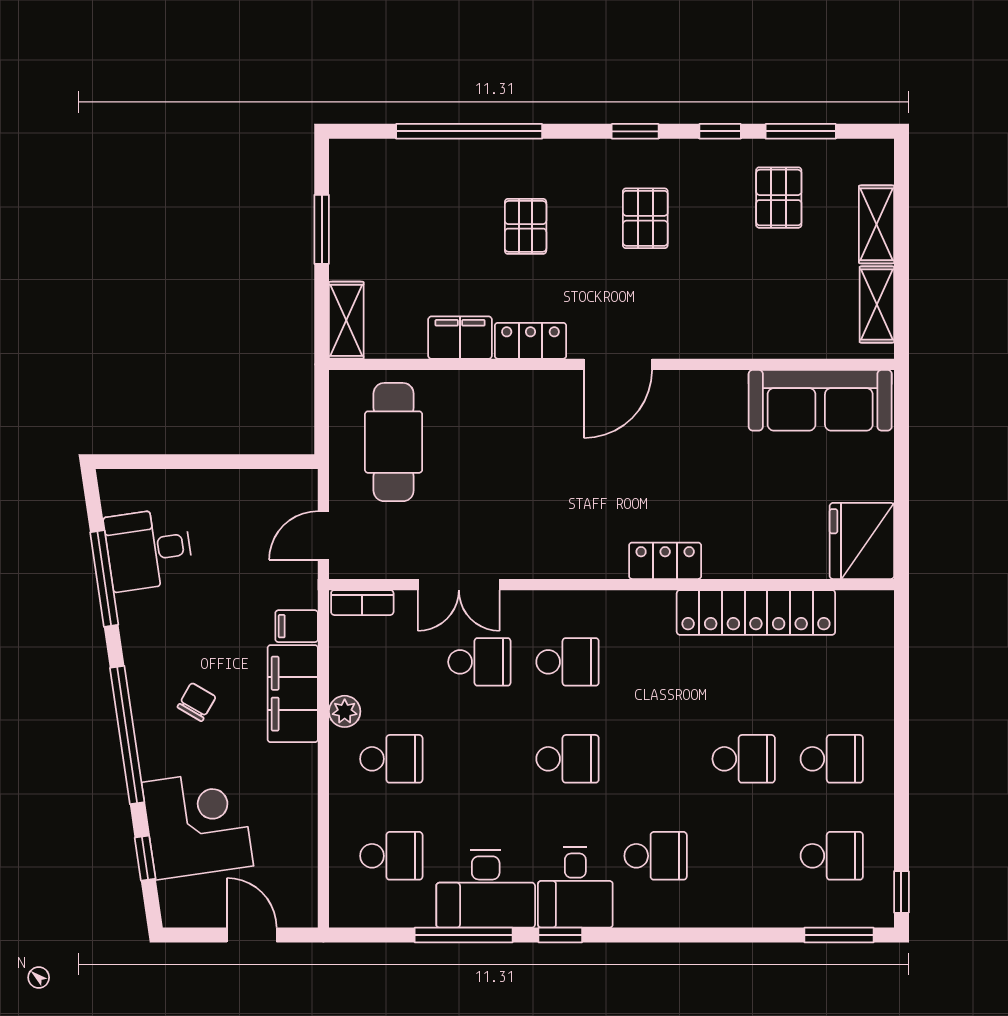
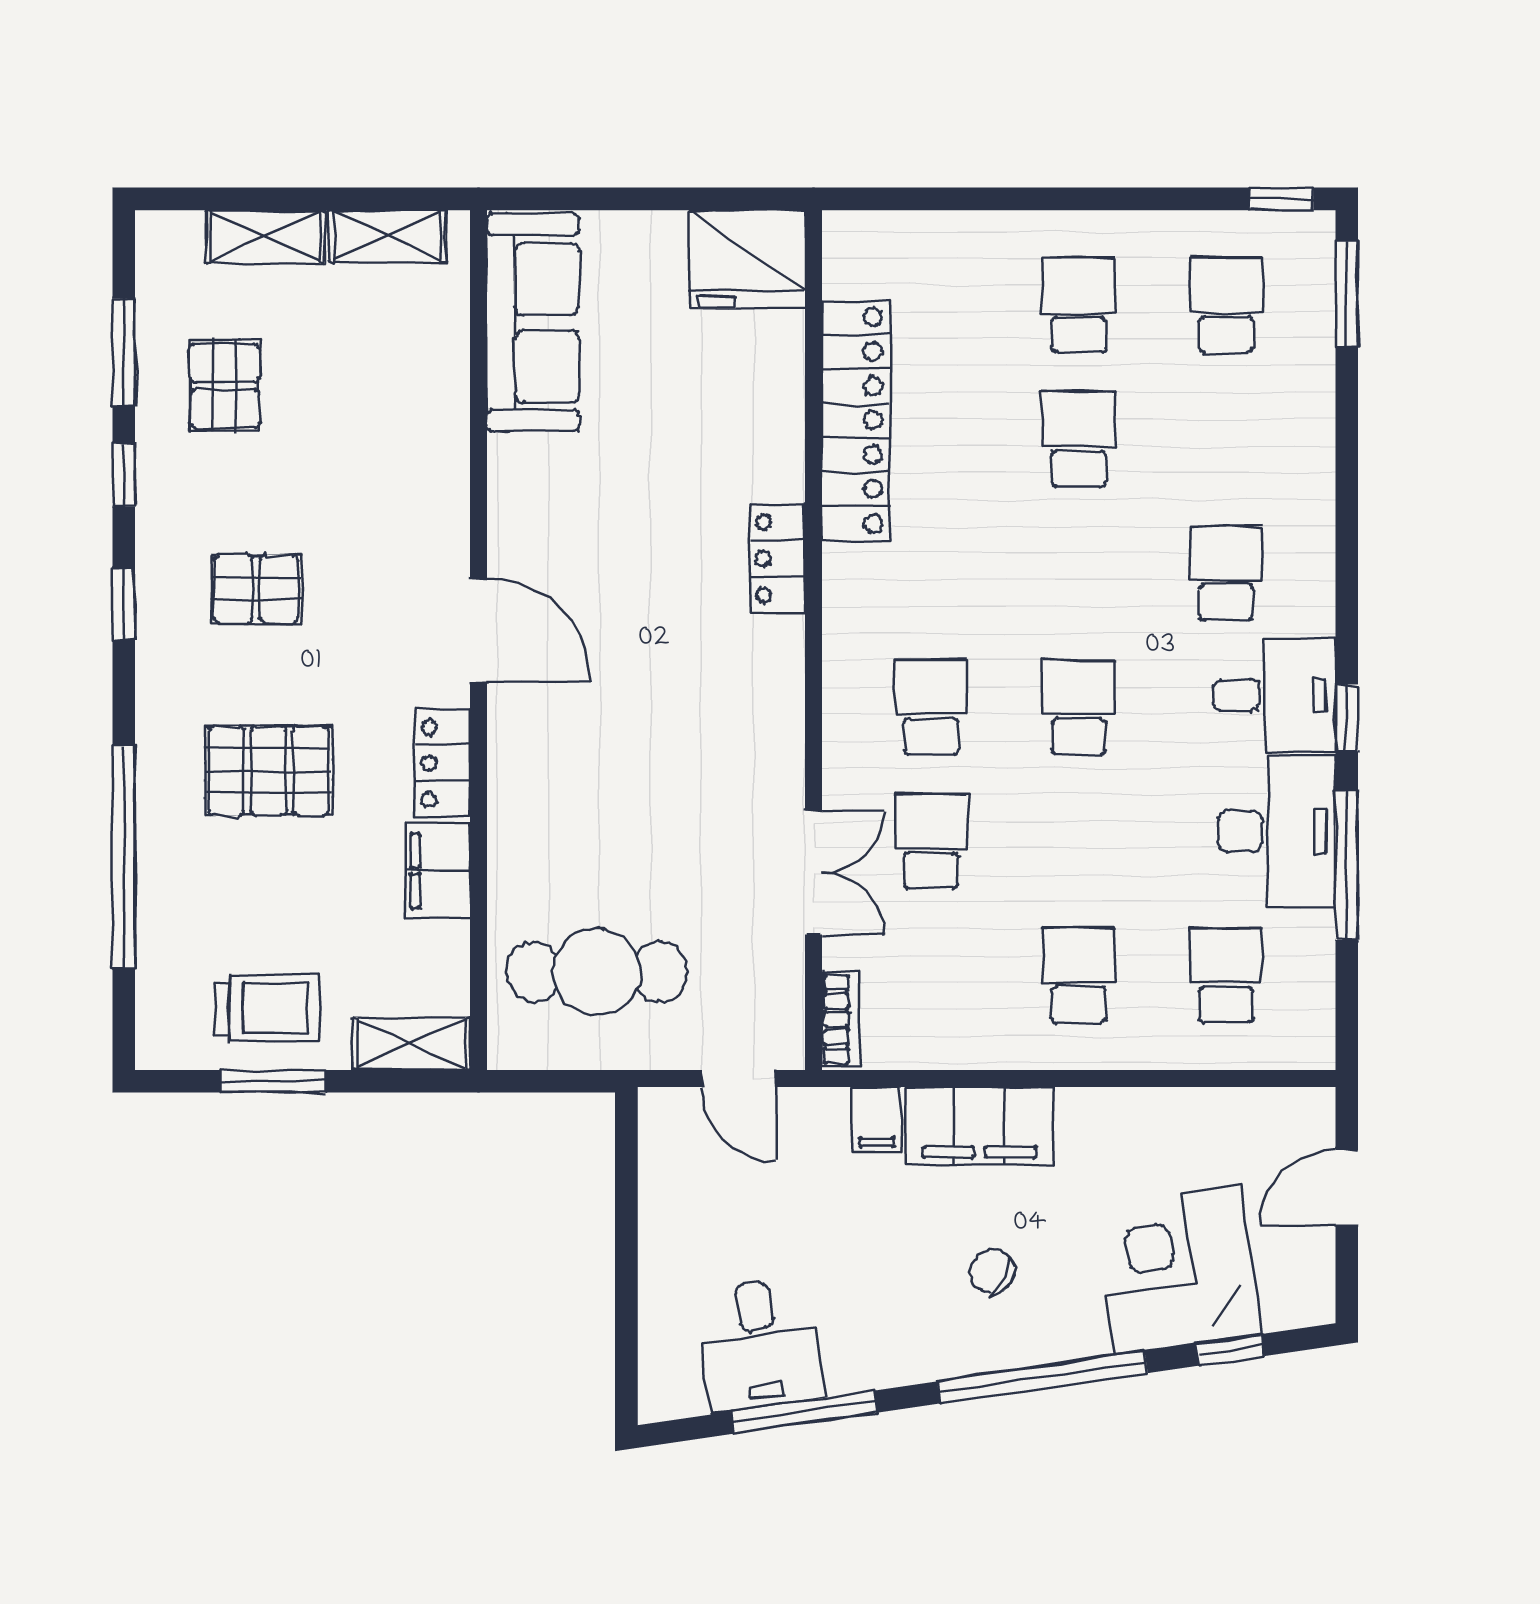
pallet: (779, 198) -> (225, 386), turned 90
trolley: (370, 226) -> (268, 1008), added
pallet: (526, 226) -> (268, 771), width x1.50, depth x1.42
plant: (345, 711) -> (1007, 1046), removed

